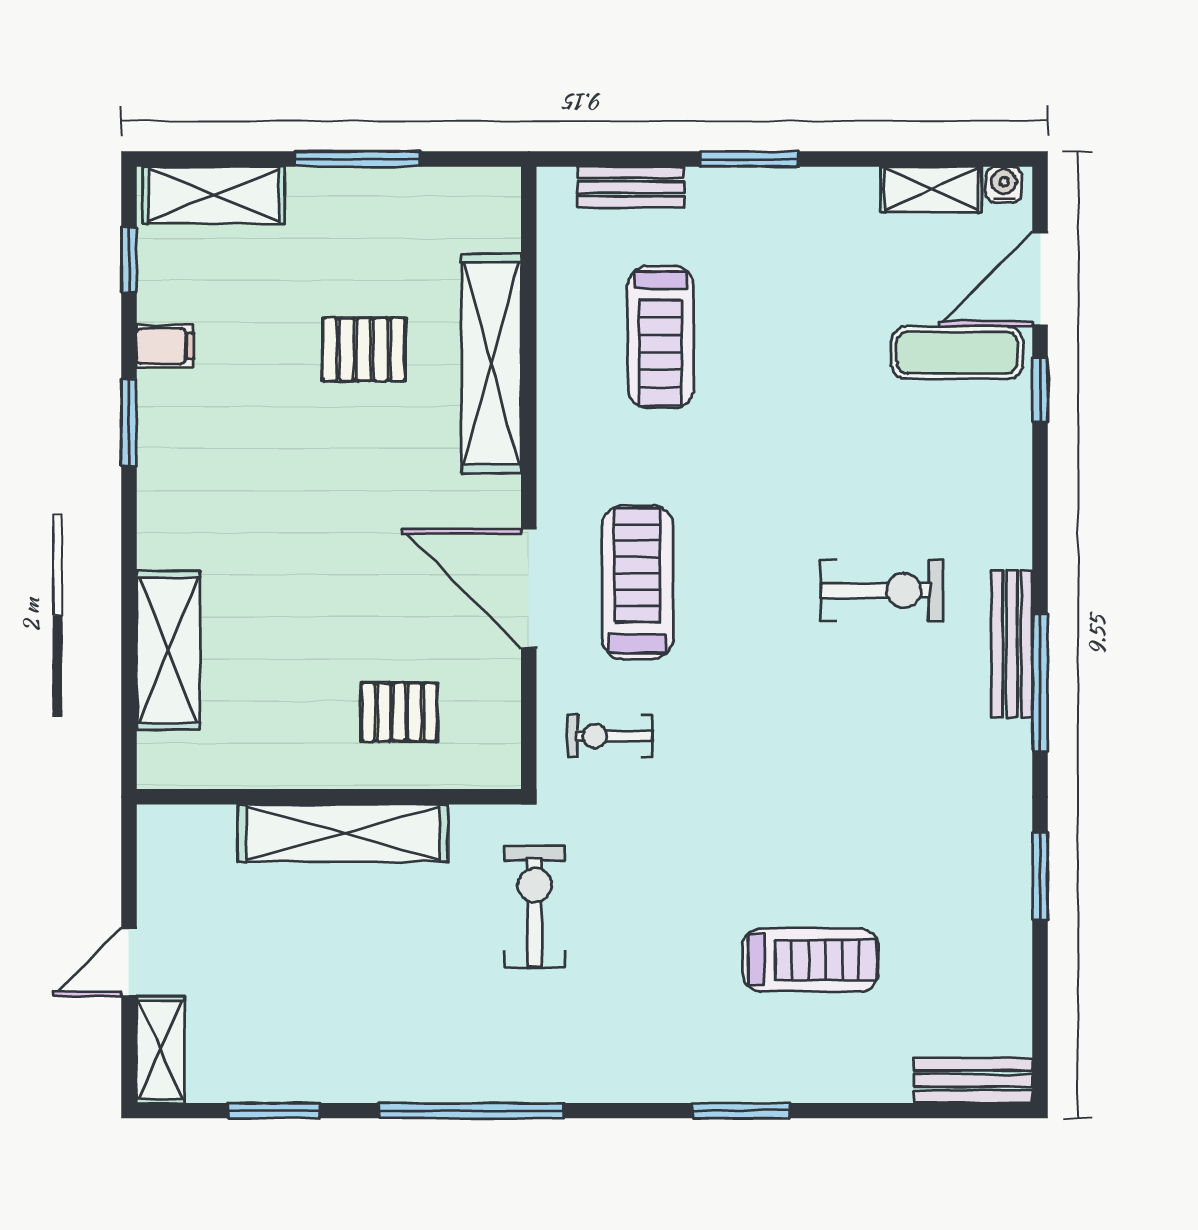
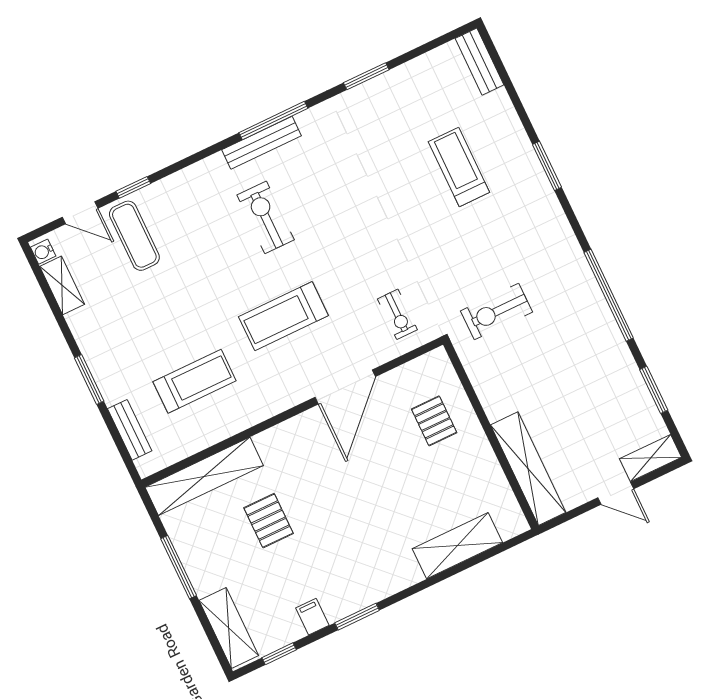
door: (1040, 279) -> (80, 213), width x0.73
shelving: (491, 363) -> (204, 476), moved
treadmill: (637, 582) -> (283, 316), moved
shelving: (343, 833) -> (528, 469), moved

